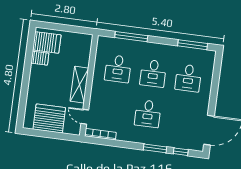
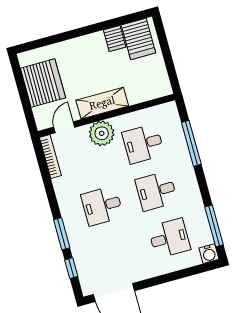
water cooler: (210, 56) -> (209, 254), added
desk: (188, 78) -> (169, 238), turned 180
plant: (99, 93) -> (102, 133), added

